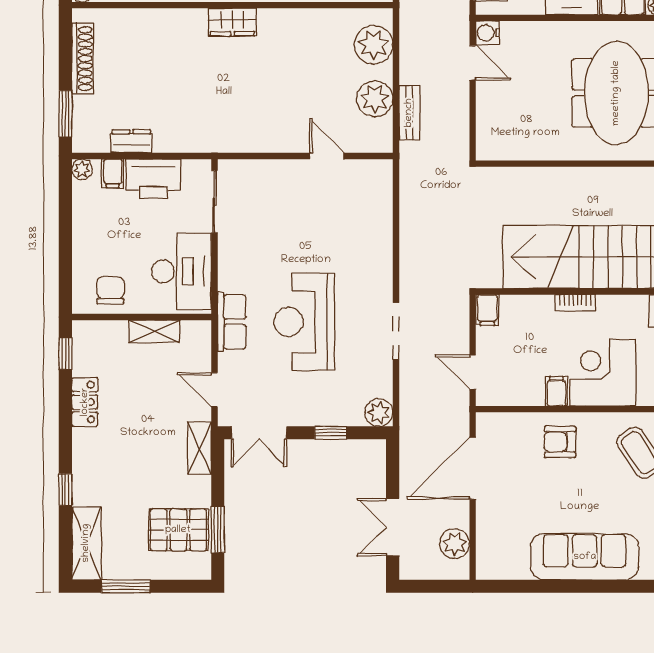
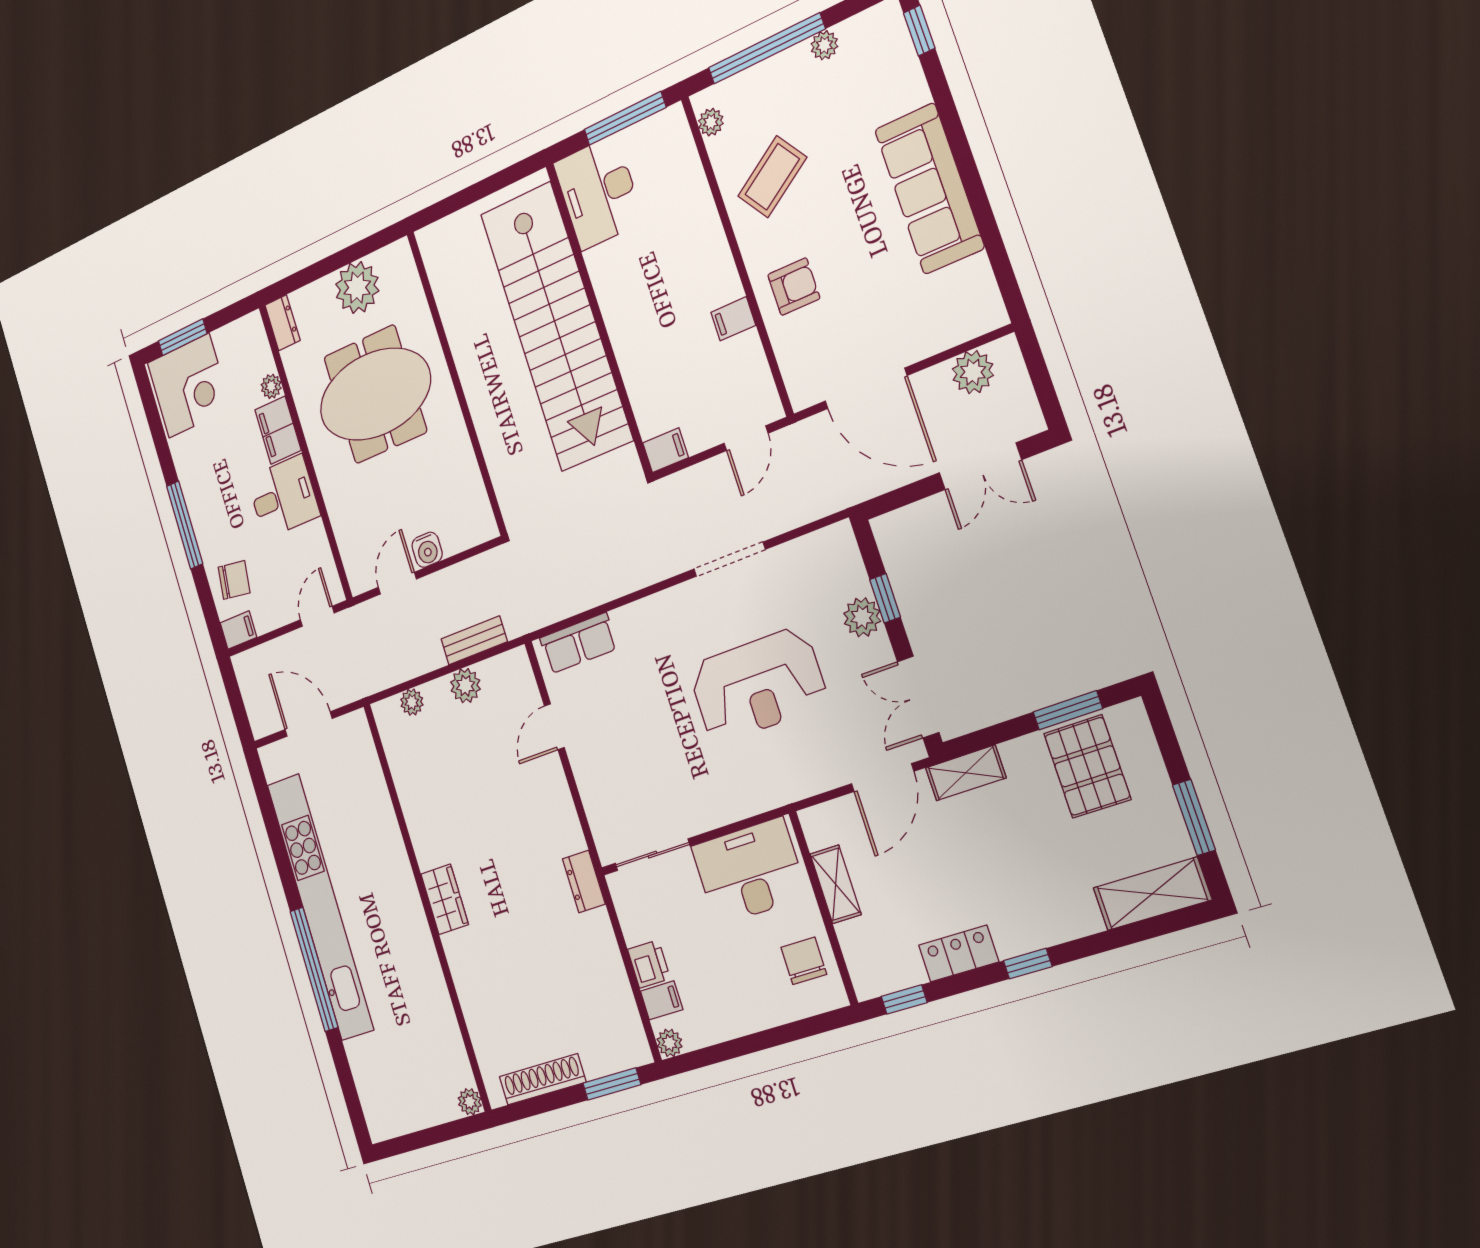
water cooler: (488, 33) -> (427, 550), moved
plant: (374, 45) -> (412, 702), width x0.53, depth x0.53
plant: (375, 99) -> (465, 686), width x0.73, depth x0.73
dresser: (131, 141) -> (584, 881), moved
printer: (153, 179) -> (649, 964), width x0.53, depth x0.68
chair: (110, 290) -> (804, 961), turned 90
bookcase: (575, 303) -> (621, 341), removed
row of seats: (232, 322) -> (578, 643), moved, turned 180
corner desk: (603, 373) -> (691, 269), removed
door: (214, 390) -> (883, 778), width x1.37
plant: (379, 413) -> (862, 617), moved
double door: (259, 433) -> (918, 697), swing flipped
armchair: (560, 442) -> (794, 287), turned -90
window: (65, 490) -> (1028, 964), moved

